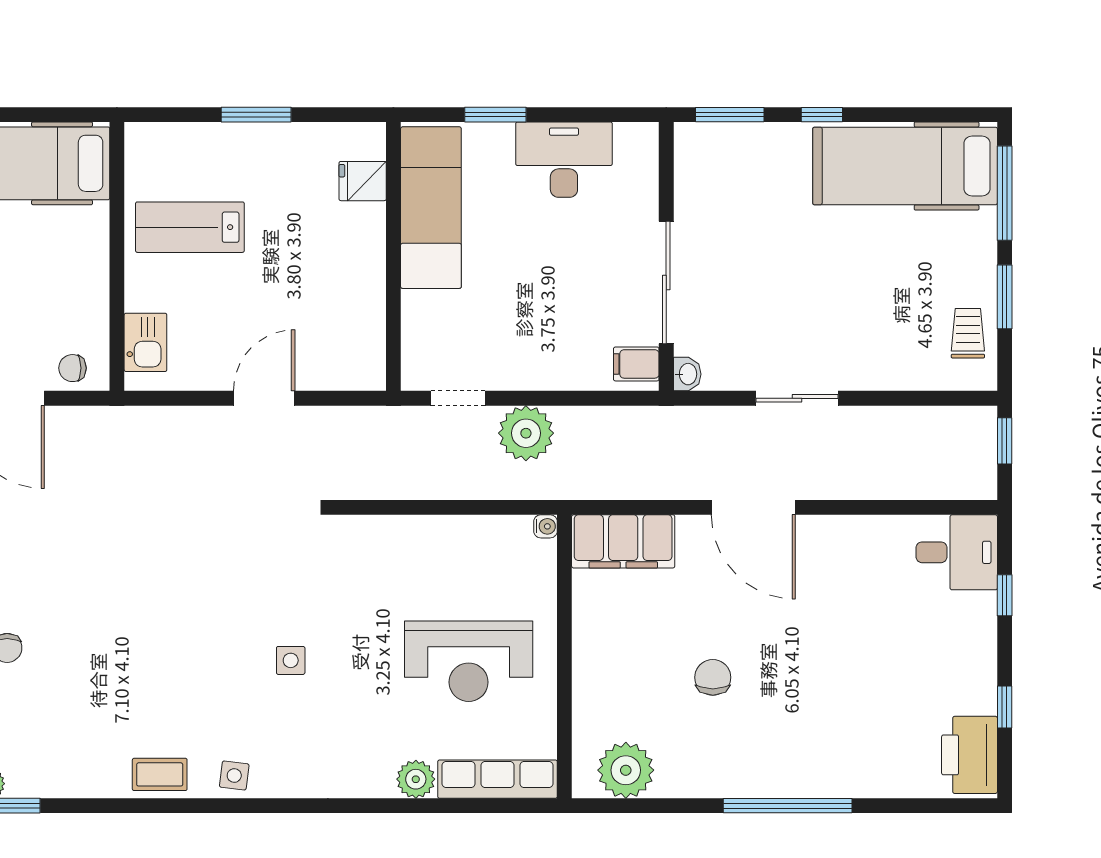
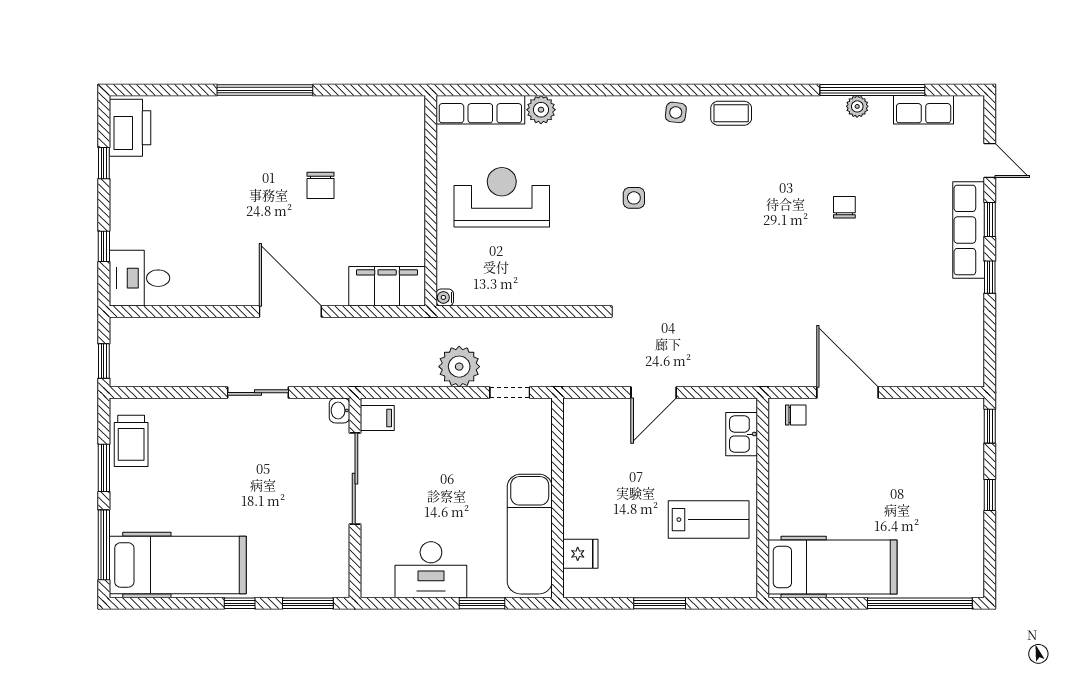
trolley: (968, 333) -> (131, 441), width x1.36, depth x1.39
plant: (626, 770) -> (385, 116), removed

